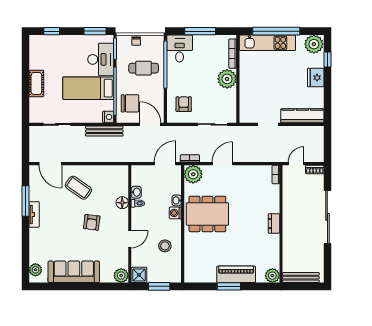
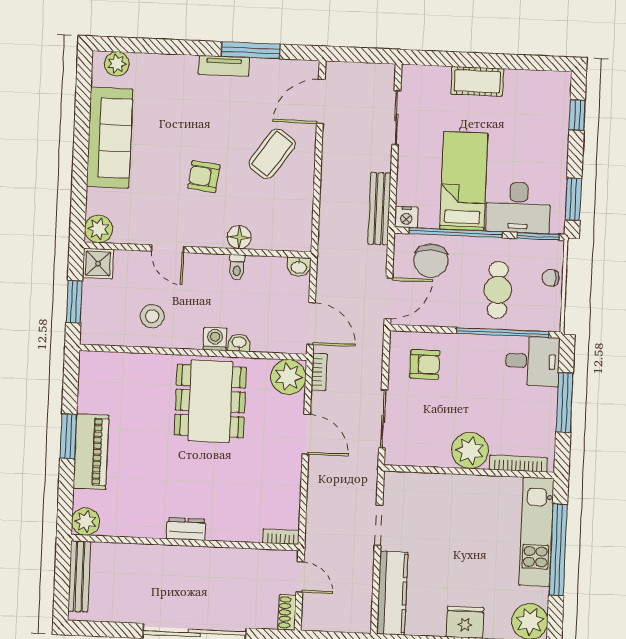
washbasin: (136, 192) -> (299, 267), moved

